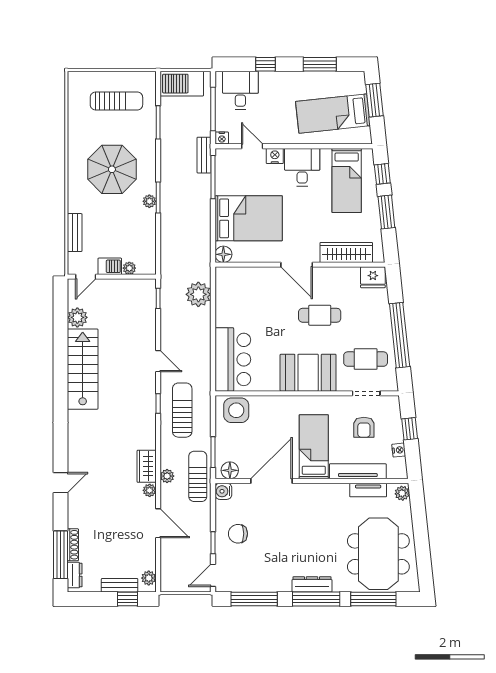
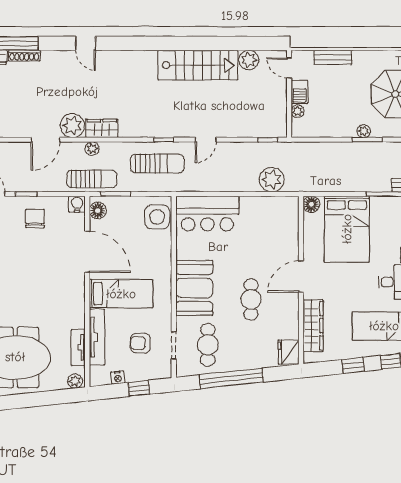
window: (386, 212) -> (353, 365), width x0.67
plant: (150, 490) -> (72, 126), width x1.88, depth x1.88

